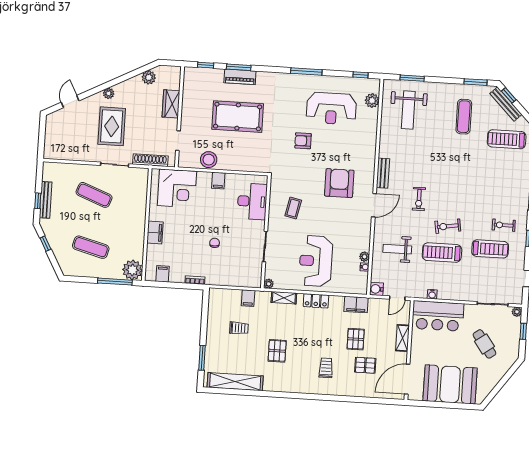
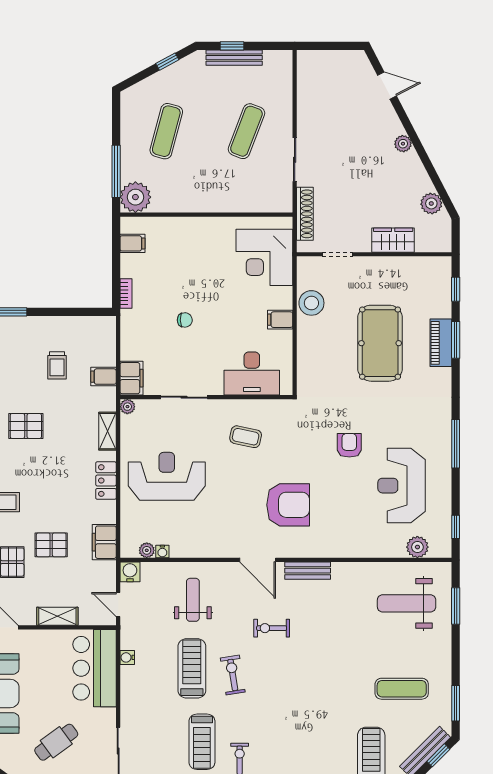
rug: (112, 126) -> (353, 152), removed
filing cabinet: (155, 233) -> (131, 378), moved, turned -90
plant: (364, 257) -> (147, 550), moved

